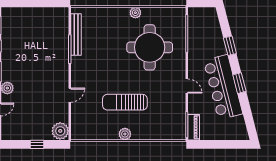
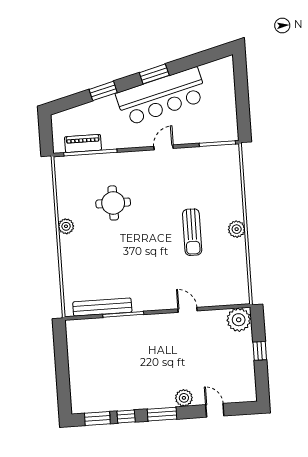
round table: (150, 47) -> (113, 203), width x0.54, depth x0.54
sun lounger: (125, 102) -> (192, 232), width x0.73, depth x0.75
piano: (194, 127) -> (83, 143), moved

